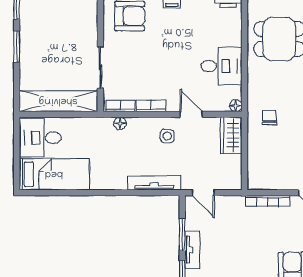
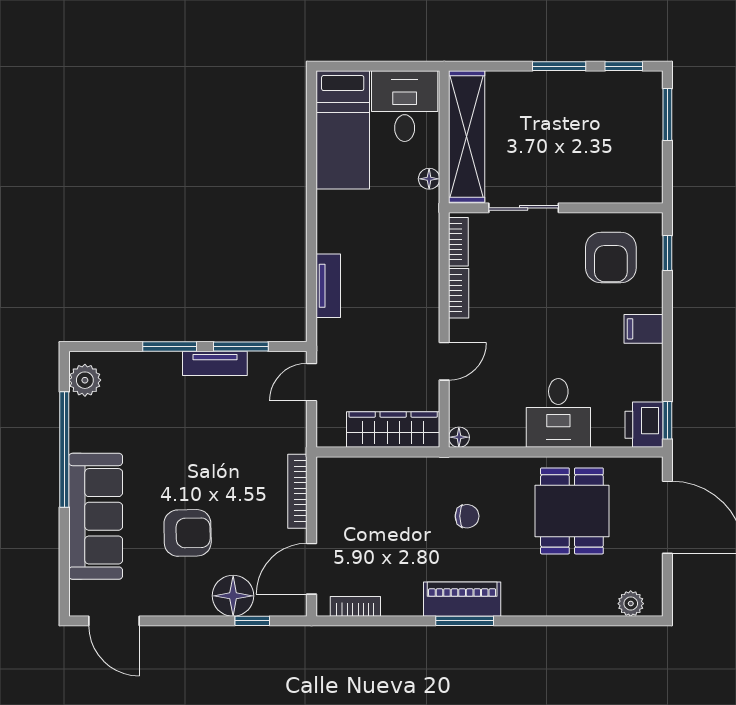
desk: (221, 66) -> (558, 413), moved
chair: (269, 118) -> (467, 516), moved
floor lamp: (120, 123) -> (429, 179), moved
wardrobe: (231, 135) -> (393, 429), width x1.50
side table: (167, 136) -> (408, 321), removed
tv unit: (154, 183) -> (328, 286), width x0.71

